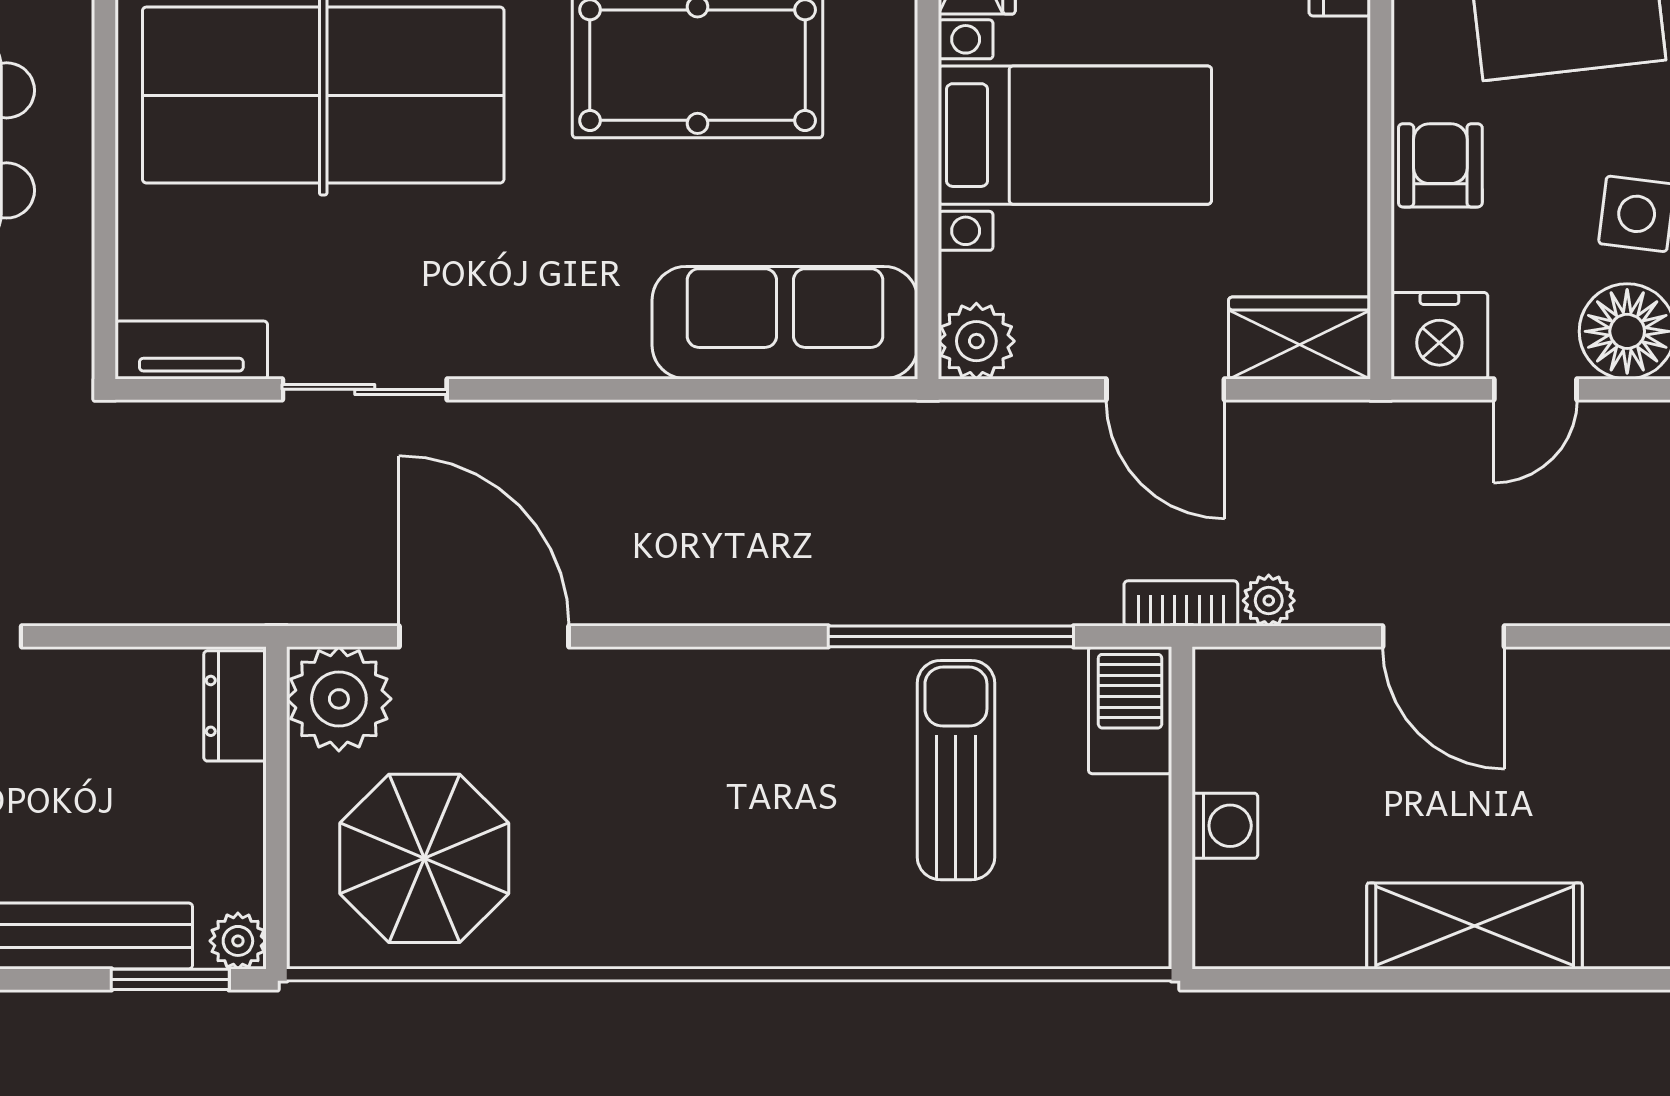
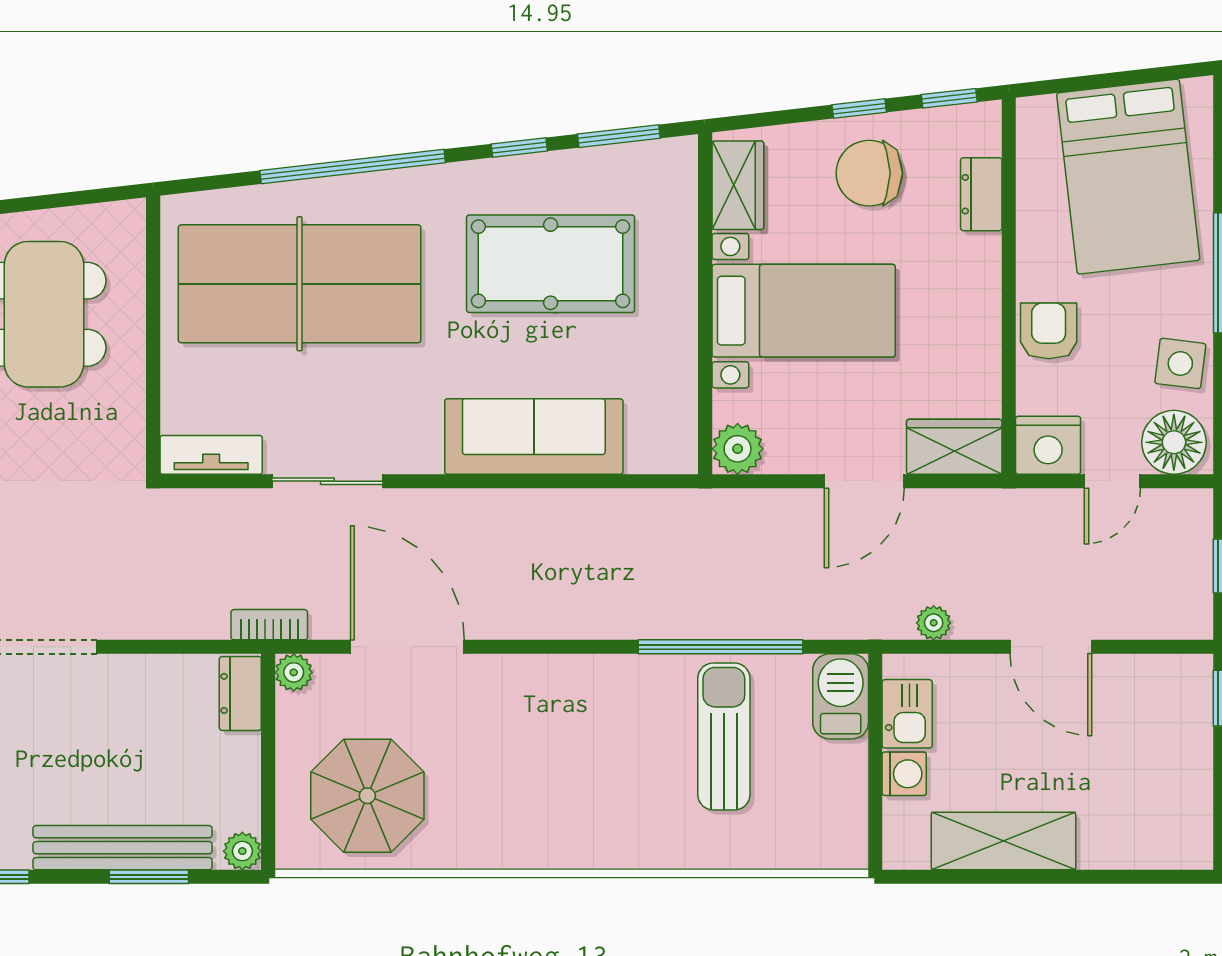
sofa: (785, 323) -> (534, 436), moved
door: (1165, 389) -> (864, 481), hinge flipped
bookcase: (1181, 603) -> (269, 625), moved
plant: (339, 699) -> (294, 672), width x0.53, depth x0.53
kitchen sink: (1229, 736) -> (907, 714), added
shelving: (1475, 926) -> (1004, 841), moved
window: (170, 979) -> (149, 877), moved

